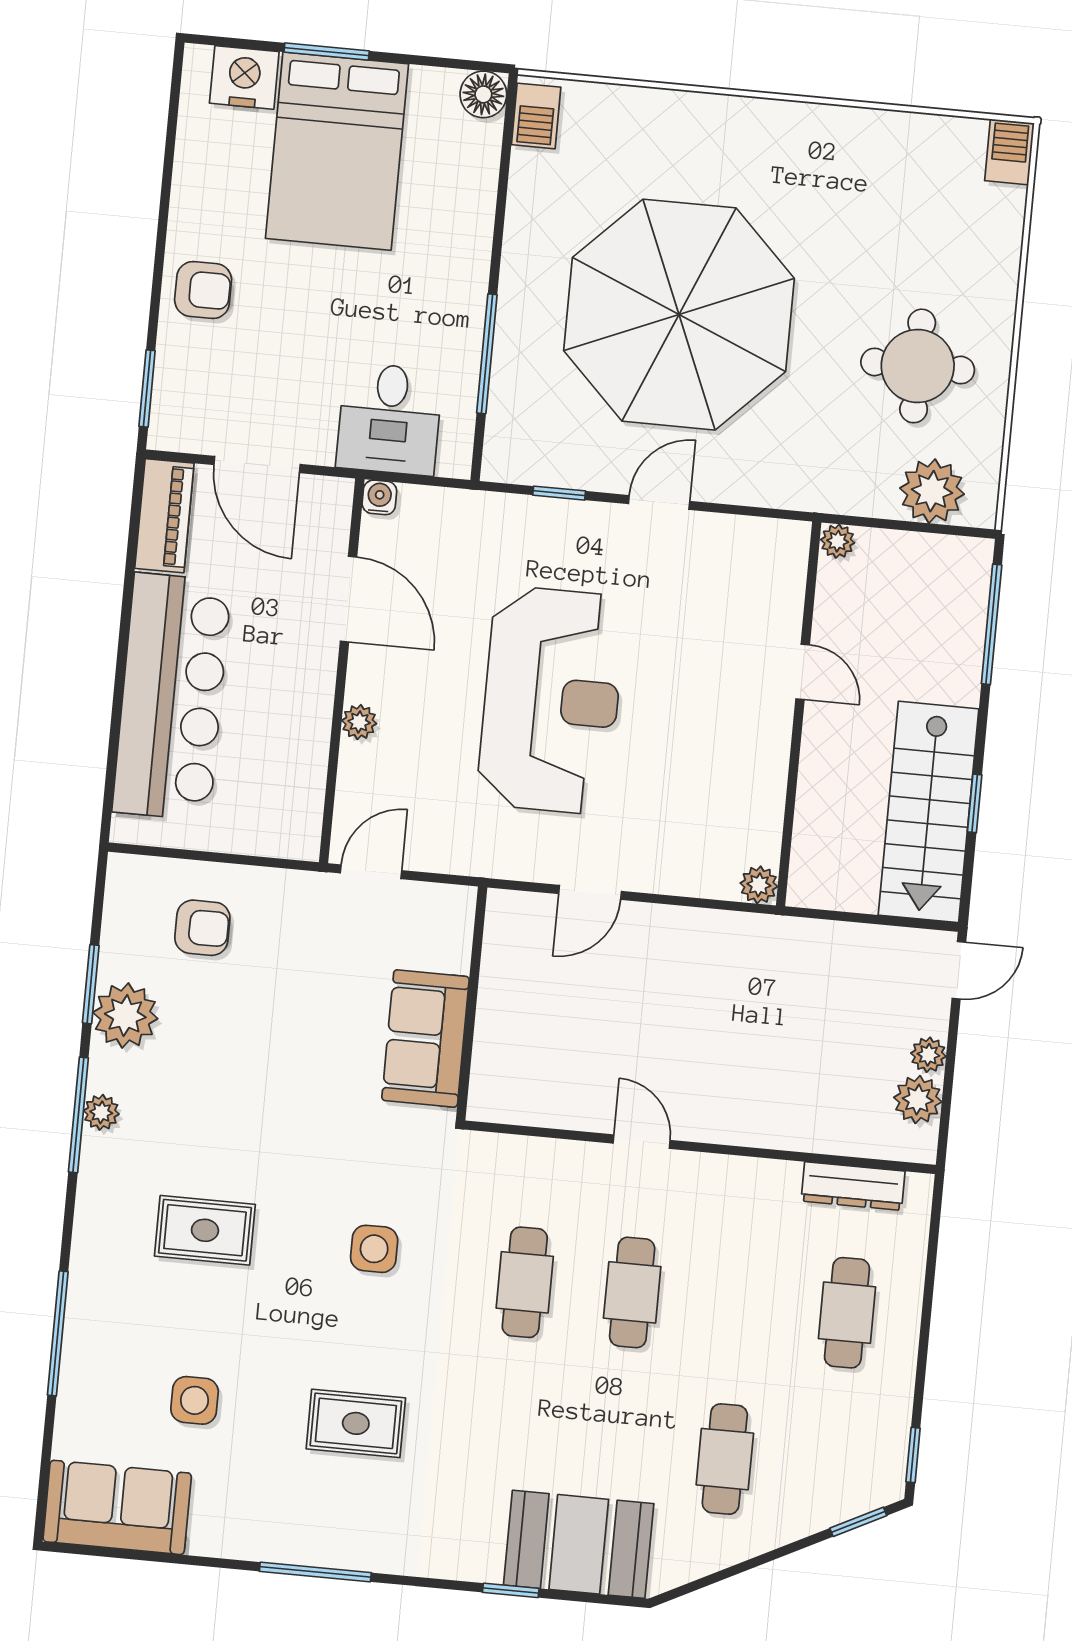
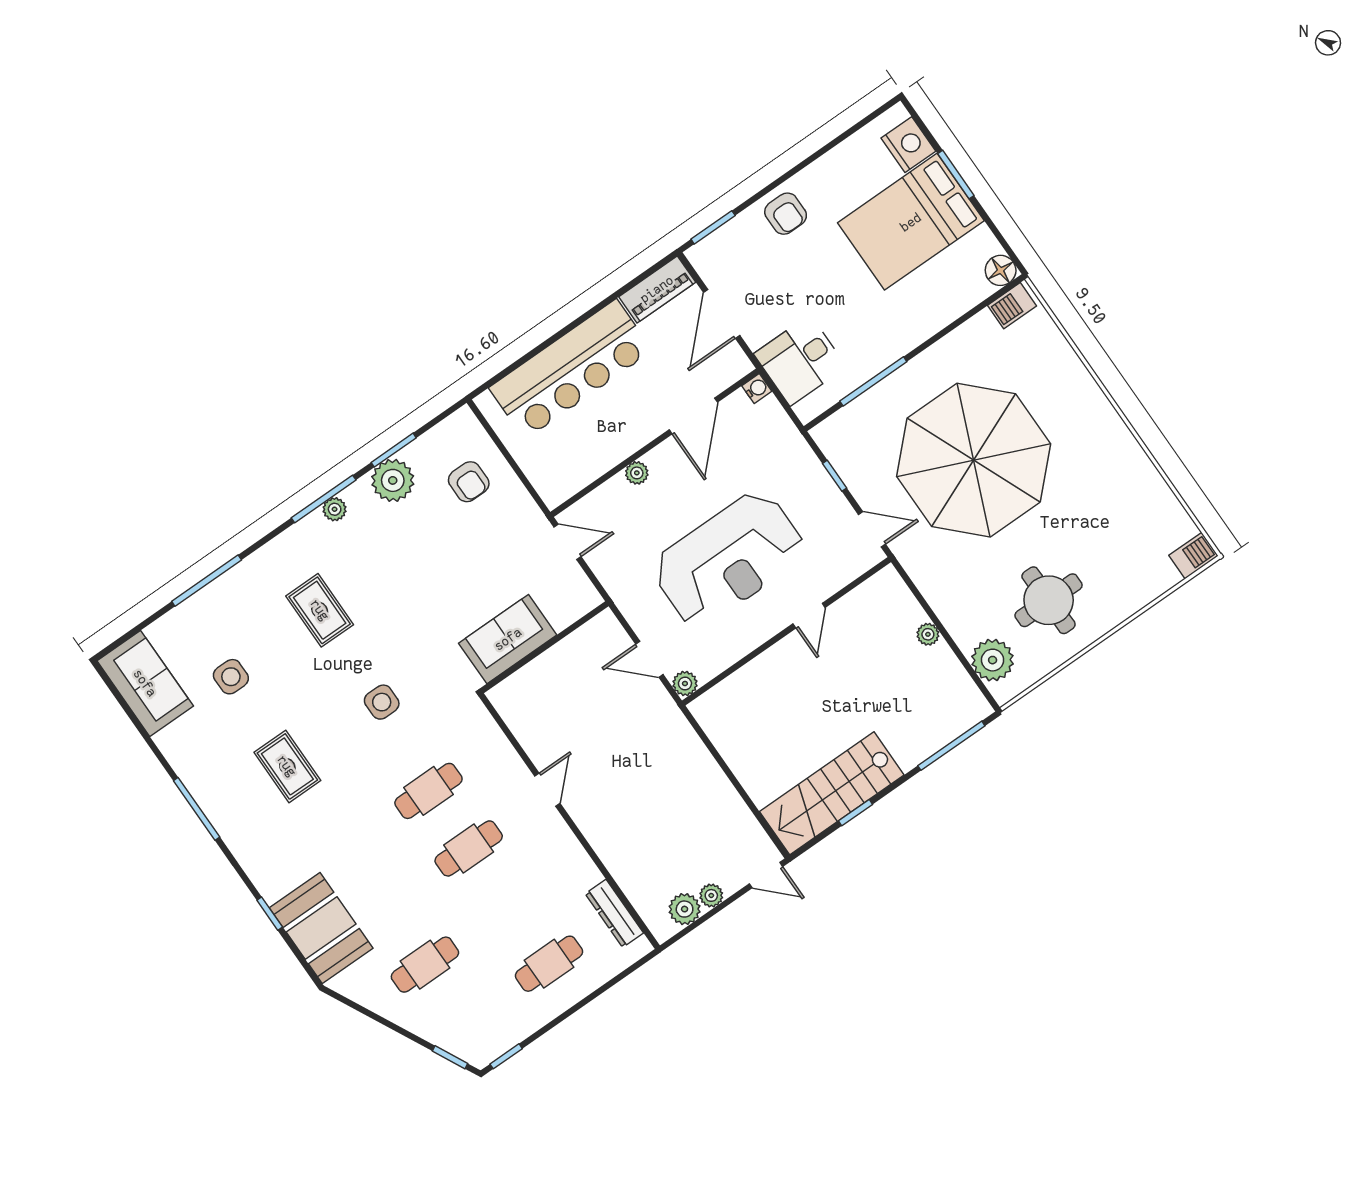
door: (803, 672) -> (809, 616), moved
wall: (799, 714) -> (786, 631), moved
plant: (759, 885) -> (685, 684), moved

